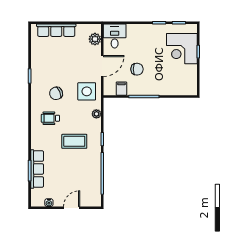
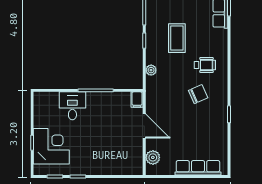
desk: (115, 36) -> (72, 106), moved, turned 180
door: (102, 66) -> (144, 126), swing flipped
chair: (137, 69) -> (104, 122), removed
filing cabinet: (121, 89) -> (137, 100), moved
side table: (87, 91) -> (162, 96), removed
coffee table: (74, 141) -> (177, 38), turned 90

